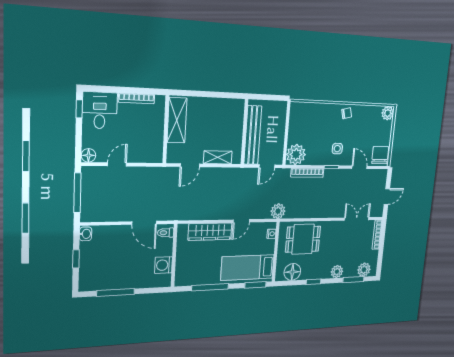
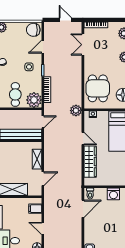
cafe table: (305, 129) -> (15, 94), added
filing cabinet: (147, 154) -> (35, 209), added
door: (190, 165) -> (43, 179), hinge flipped
door: (267, 166) -> (43, 122), hinge flipped

